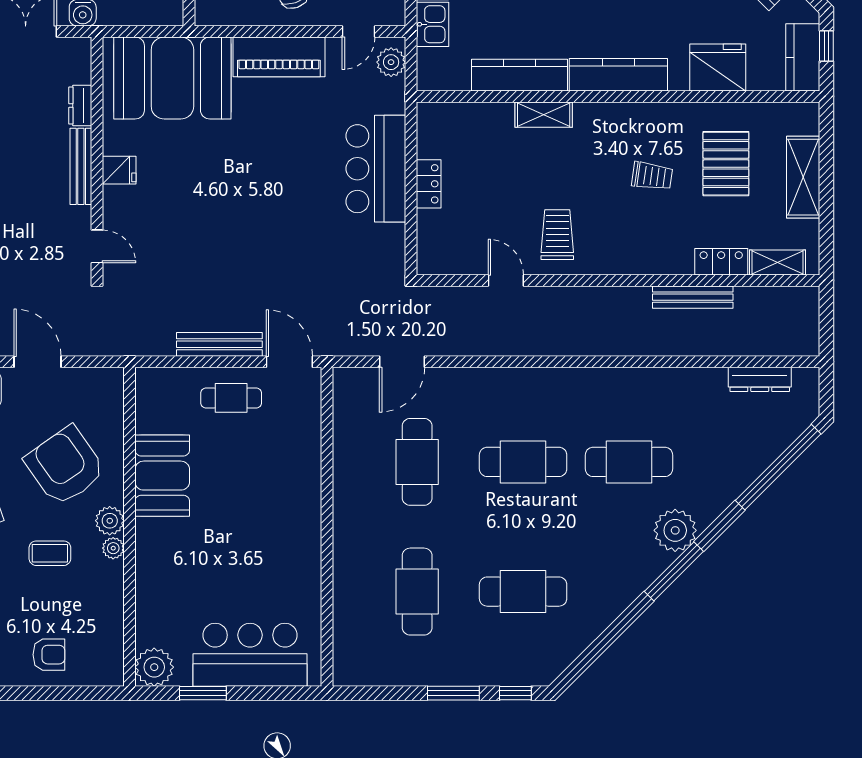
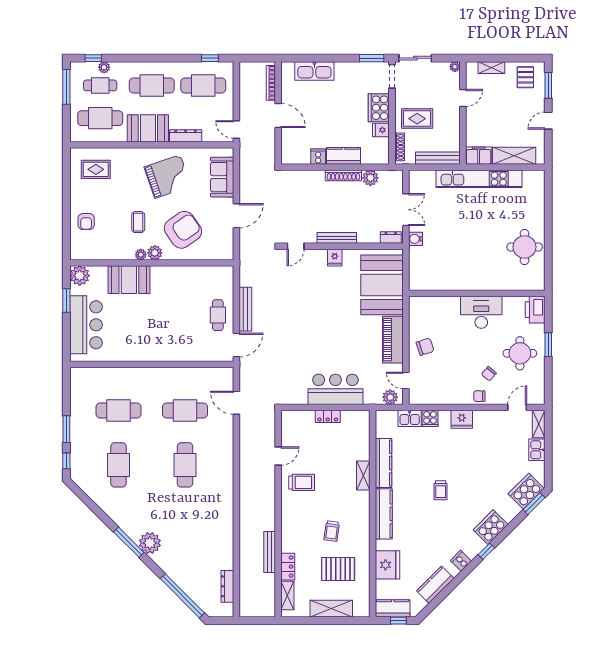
dresser: (80, 106) -> (391, 238), moved
cafe table: (629, 462) -> (185, 519), removed
booth: (162, 476) -> (129, 280), moved

